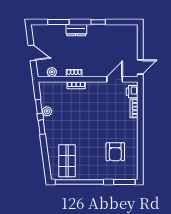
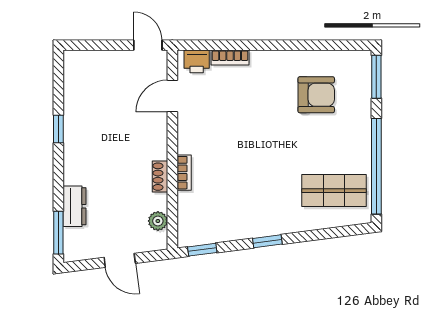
window: (58, 22) -> (58, 233), moved
dresser: (76, 30) -> (75, 206), moved
door: (32, 53) -> (120, 260), swing flipped
door: (115, 79) -> (172, 96), hinge flipped
window: (39, 107) -> (202, 250), moved
plant: (47, 111) -> (236, 231), removed

